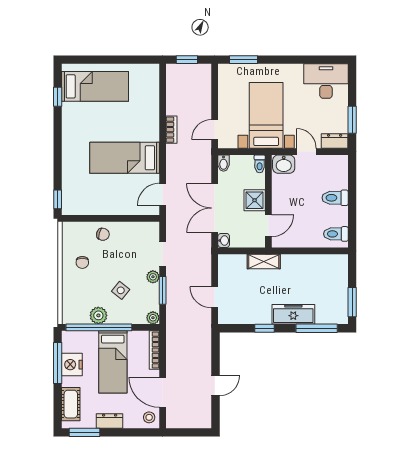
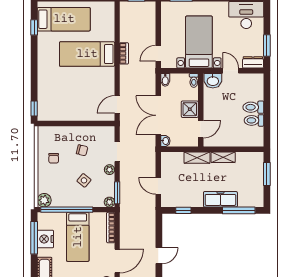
bed: (125, 158) -> (87, 54), moved
chair: (103, 234) -> (82, 150), moved
toilet: (336, 234) -> (254, 120), moved
shelving: (297, 261) -> (223, 157), added
window: (163, 290) -> (117, 193), moved
window: (352, 302) -> (267, 174), moved
plant: (98, 315) -> (44, 200), moved
window: (264, 328) -> (183, 210), moved
door: (163, 392) -> (117, 261), swing flipped

